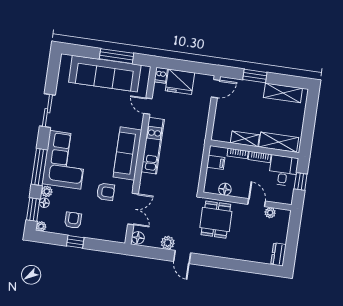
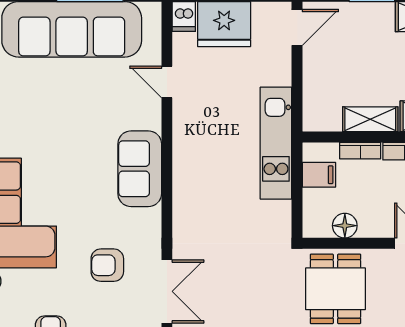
kitchen unit: (153, 146) -> (276, 143), moved, turned 180
sofa: (127, 154) -> (140, 169), width x0.73
armchair: (106, 192) -> (107, 265), turned 180

